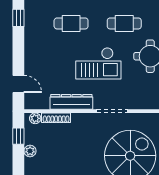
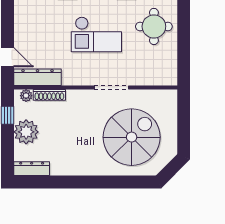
dresser: (71, 102) -> (38, 77), moved
plant: (30, 151) -> (26, 132), width x1.87, depth x1.87

